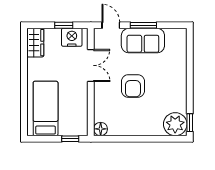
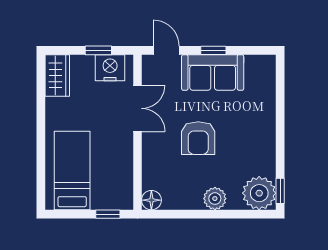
window: (143, 25) -> (213, 50), width x0.67
plant: (144, 128) -> (215, 199), added

